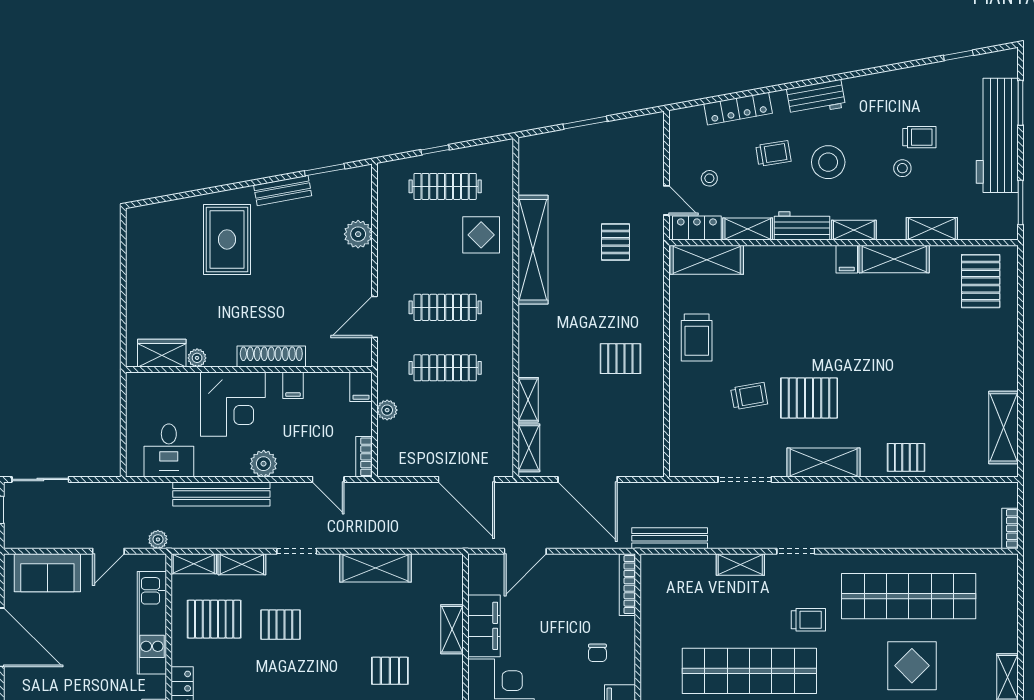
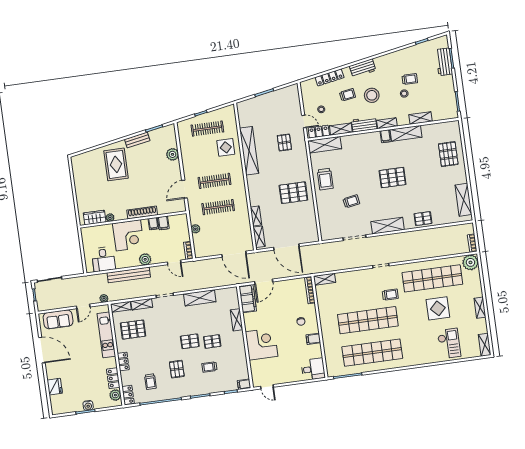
workbench: (997, 135) -> (444, 62), width x0.53, depth x0.76
pallet: (981, 281) -> (448, 154), moved
pallet: (620, 359) -> (293, 193), width x1.50, depth x1.42
filing cabinet: (361, 387) -> (163, 223), moved
pallet: (809, 398) -> (393, 178), moved
bench: (670, 538) -> (325, 268), removed
shelving: (740, 564) -> (325, 279), moved
plant: (1000, 572) -> (470, 262), added
pallet: (281, 625) -> (190, 341), moved
filing cabinet: (484, 626) -> (248, 299), moved

